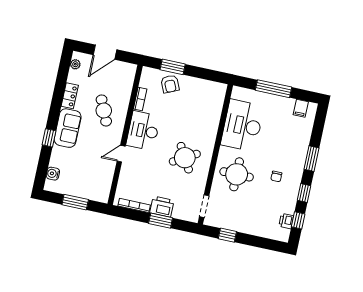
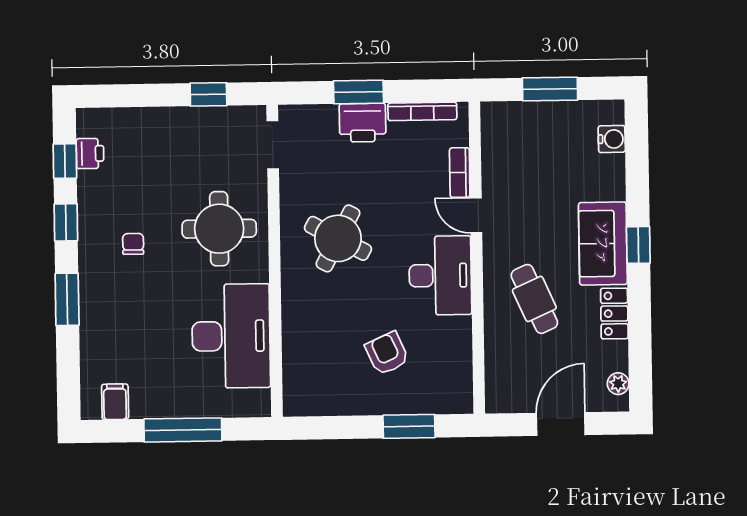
armchair: (170, 84) -> (387, 353), moved
bookcase: (140, 99) -> (460, 172), moved
window: (49, 138) -> (638, 245), moved
door: (121, 154) -> (476, 215), swing flipped
round table: (185, 158) -> (338, 238), turned -32

